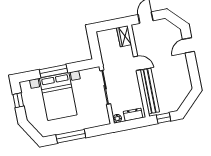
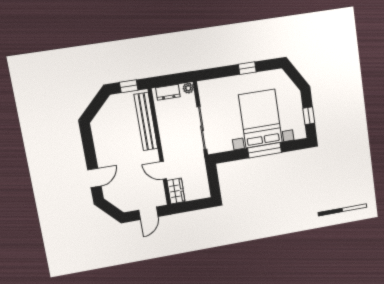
door: (137, 63) -> (163, 170), moved
window: (71, 136) -> (247, 68), width x0.46

